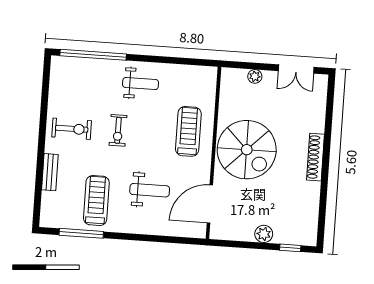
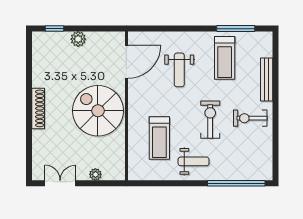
weight bench: (141, 84) -> (194, 161), turned 180
exercise bike: (118, 130) -> (210, 120), width x1.38, depth x1.39
treadmill: (188, 131) -> (159, 138), moved
bench: (50, 172) -> (267, 79), width x1.36
weight bench: (150, 190) -> (179, 70), turned -90

